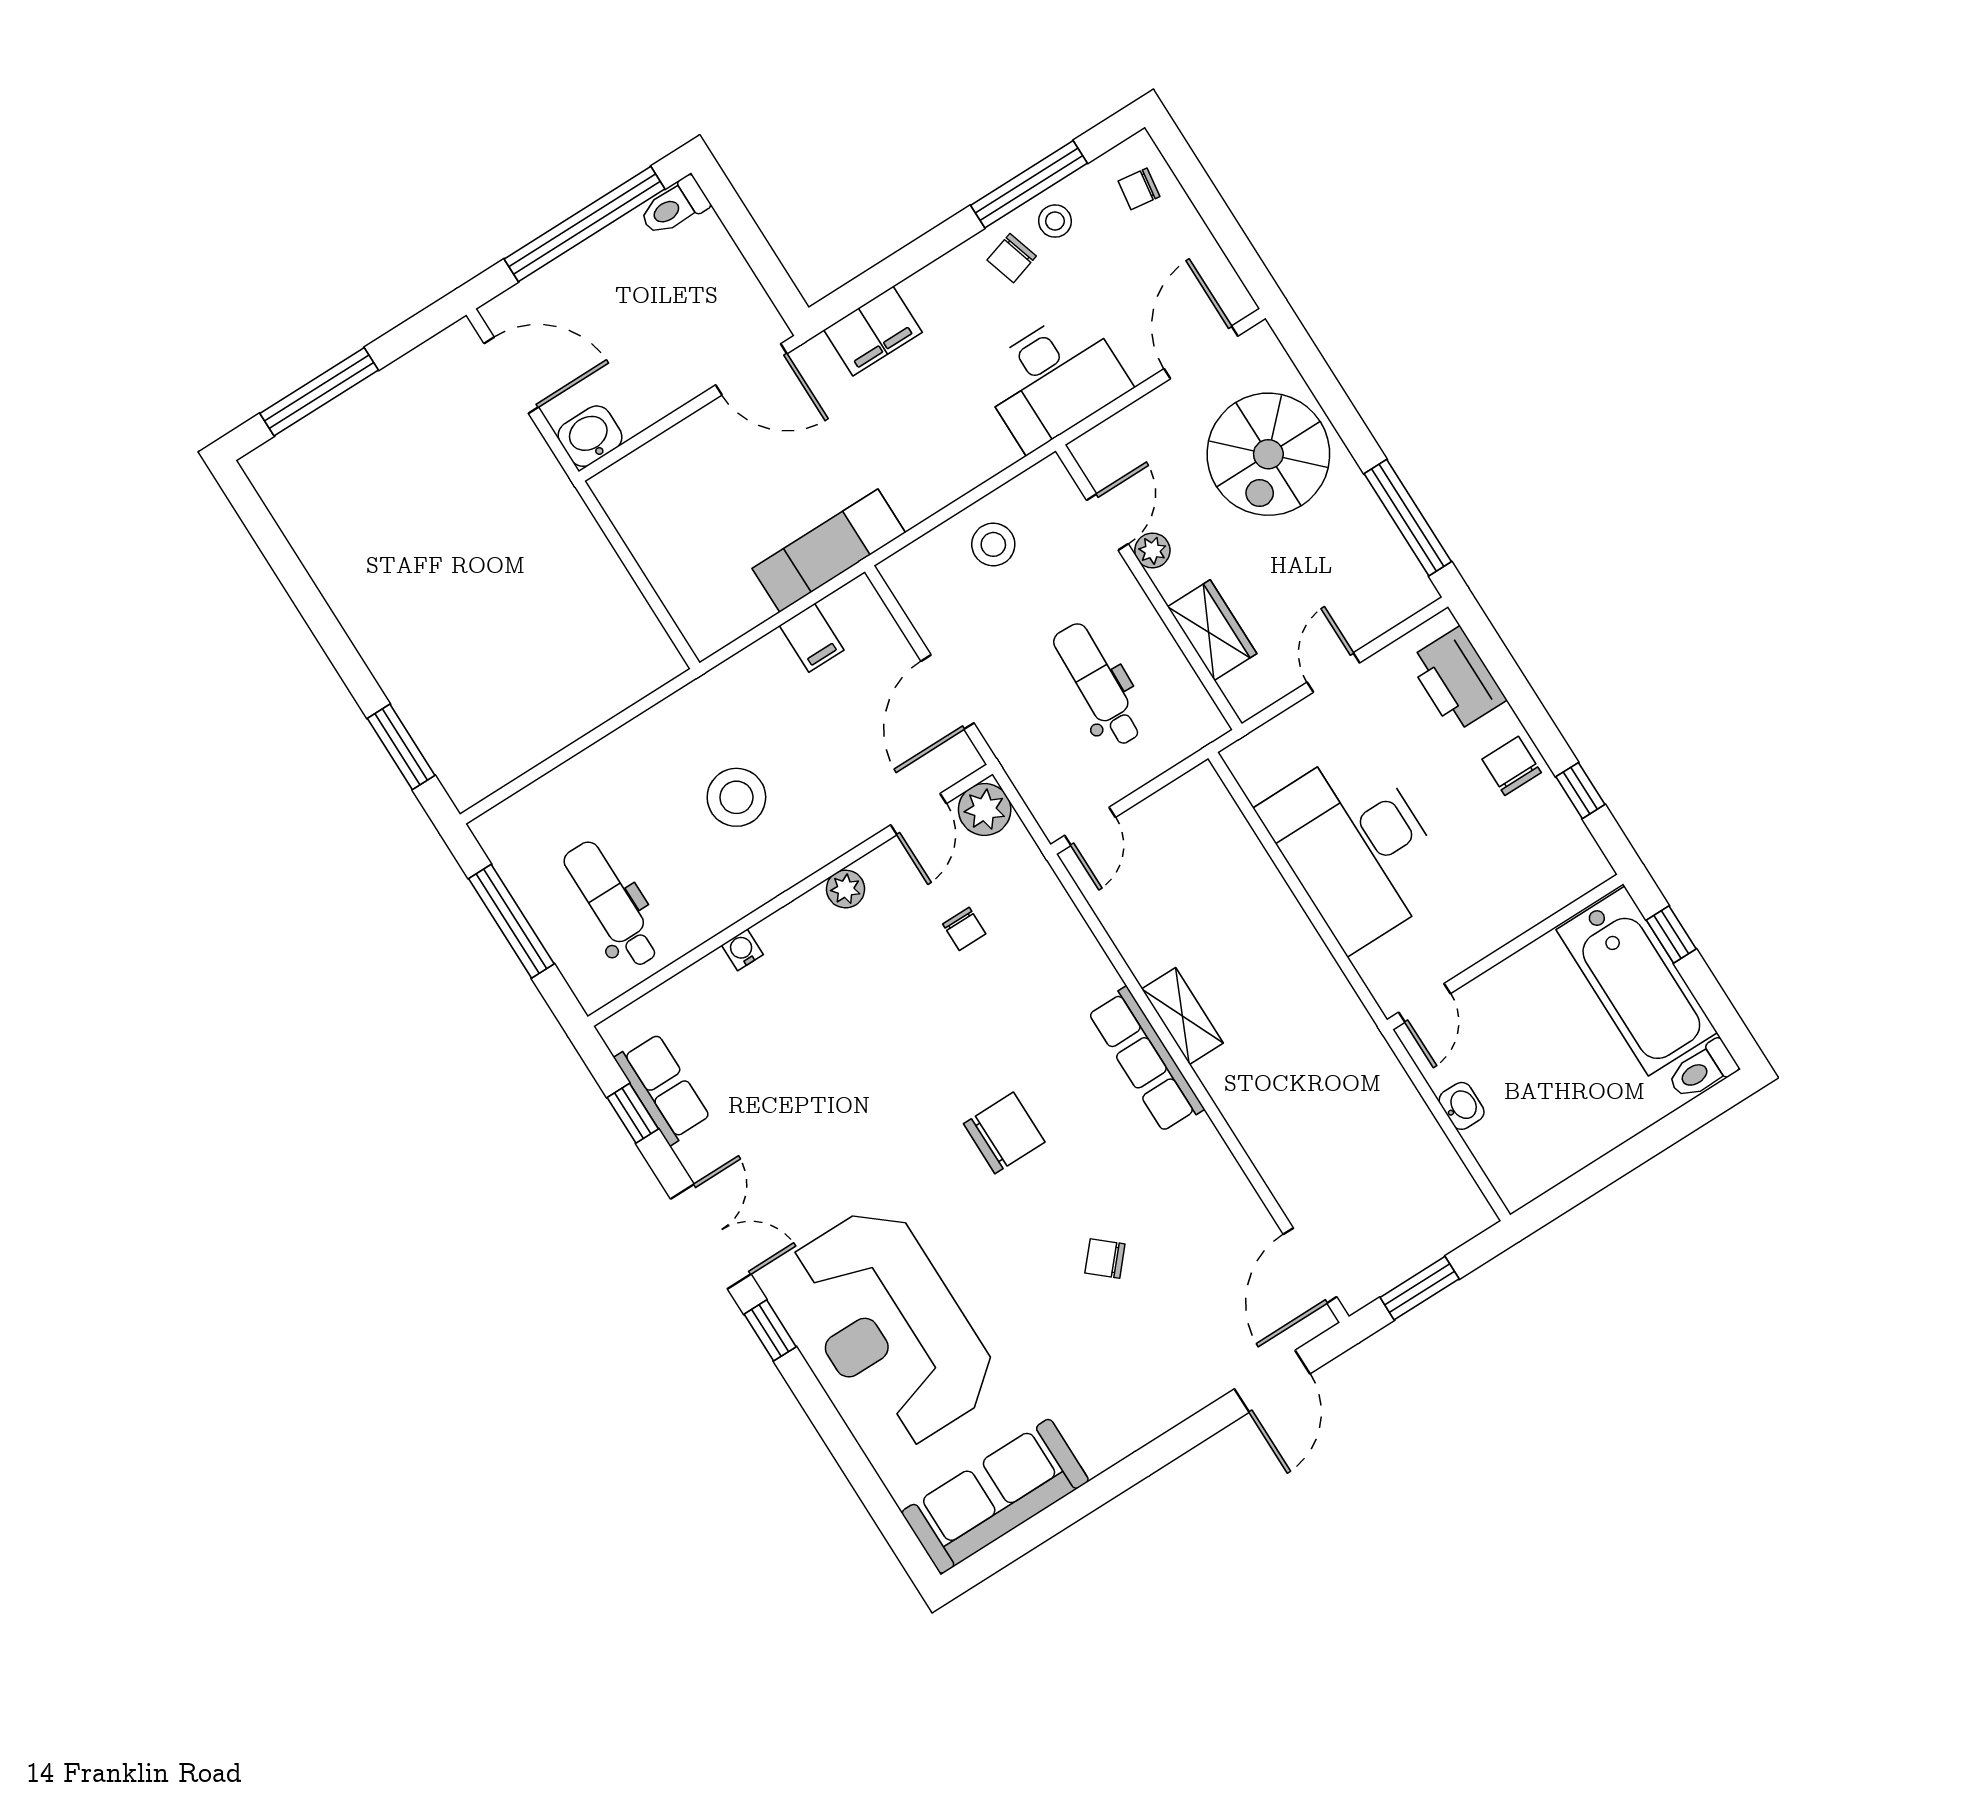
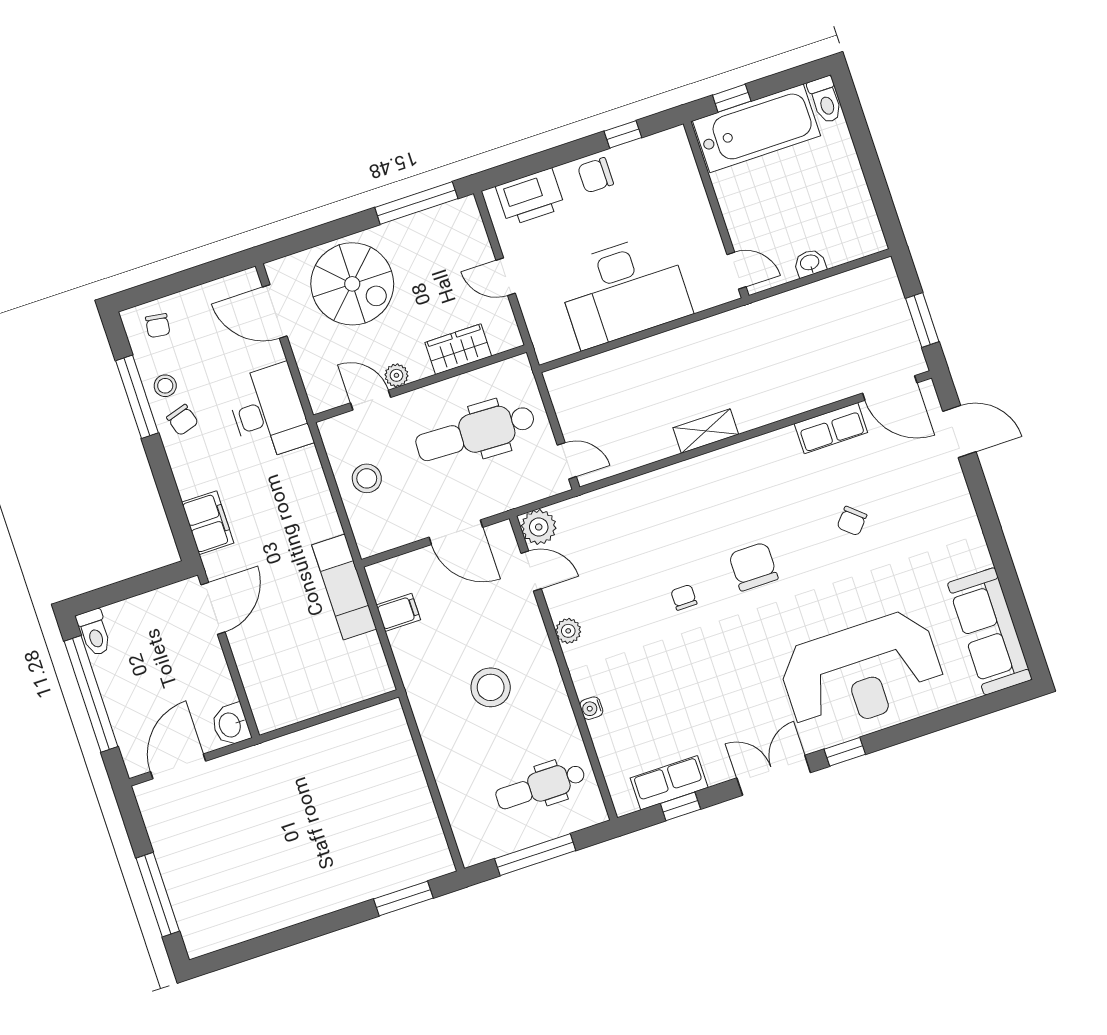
dental chair: (1098, 685) -> (475, 433), width x1.36, depth x1.38
chair: (964, 929) -> (684, 597), moved, turned -90
row of seats: (1146, 1060) -> (831, 428), moved, width x0.68

